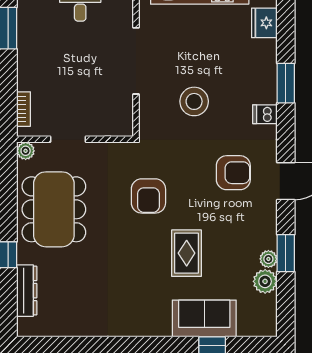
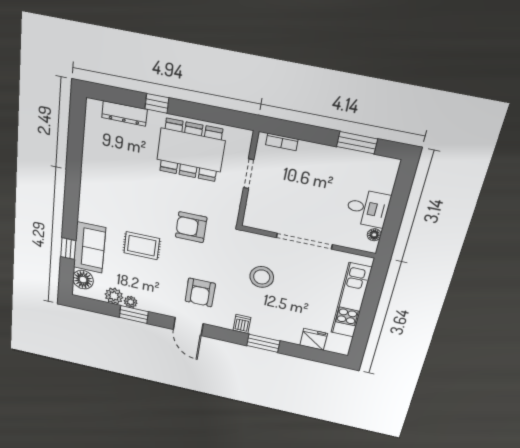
plant: (26, 151) -> (245, 136), removed
floor lamp: (251, 324) -> (83, 280), added

